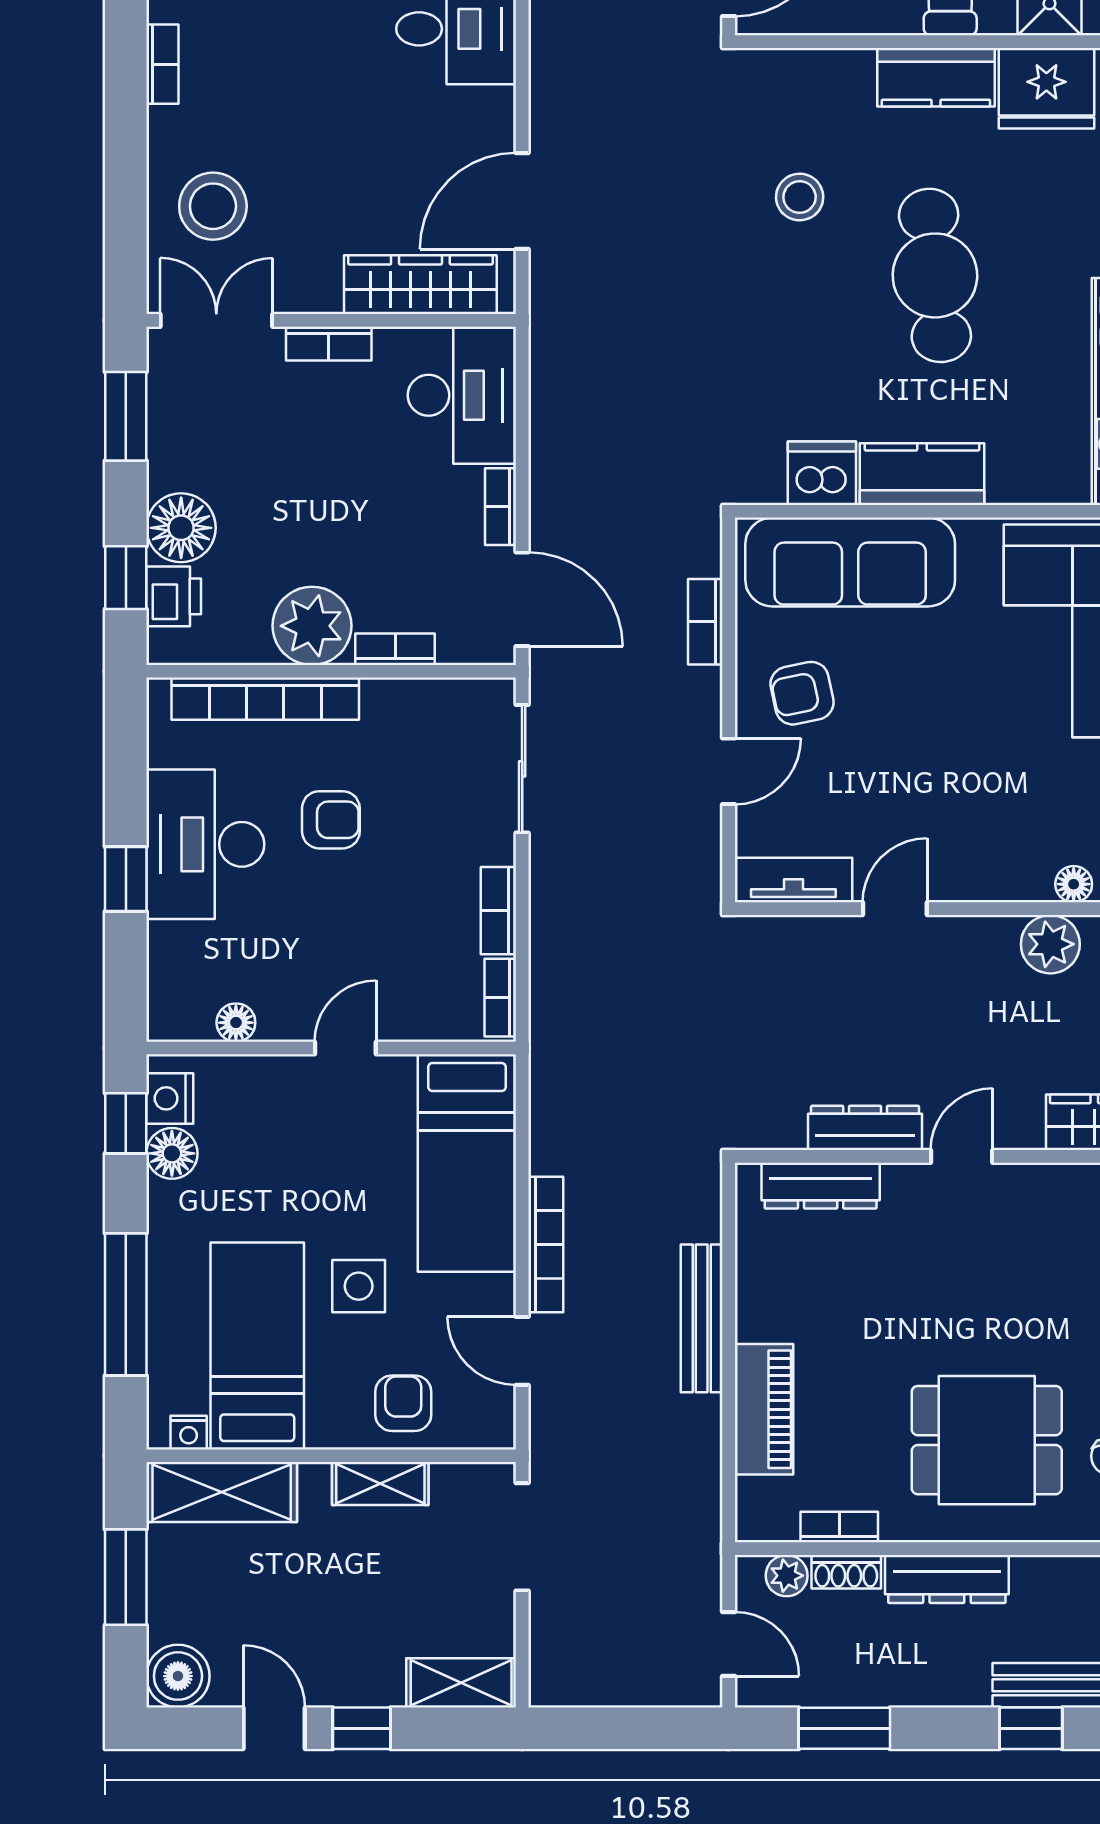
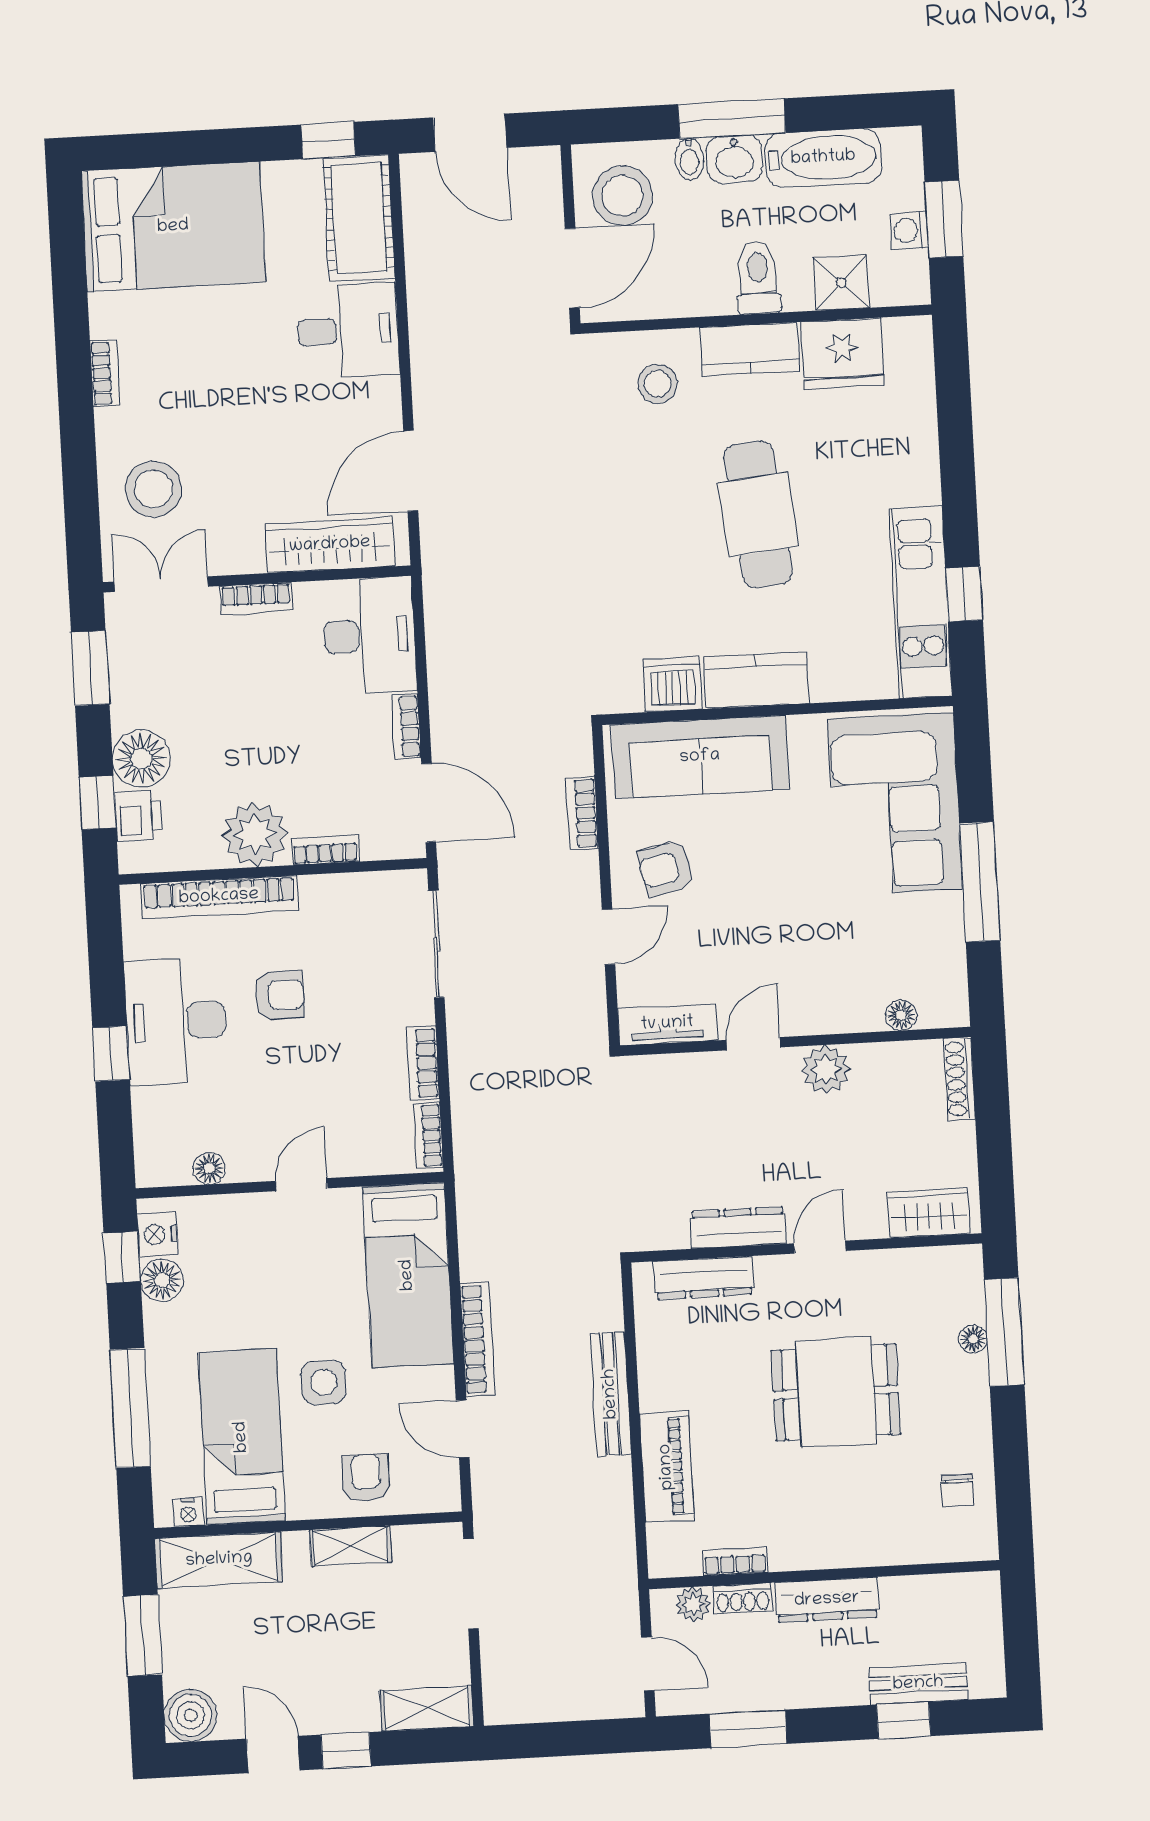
stool: (800, 197) -> (658, 384), moved
plant: (1050, 944) -> (826, 1069), moved
dining table: (987, 1440) -> (836, 1392), moved

